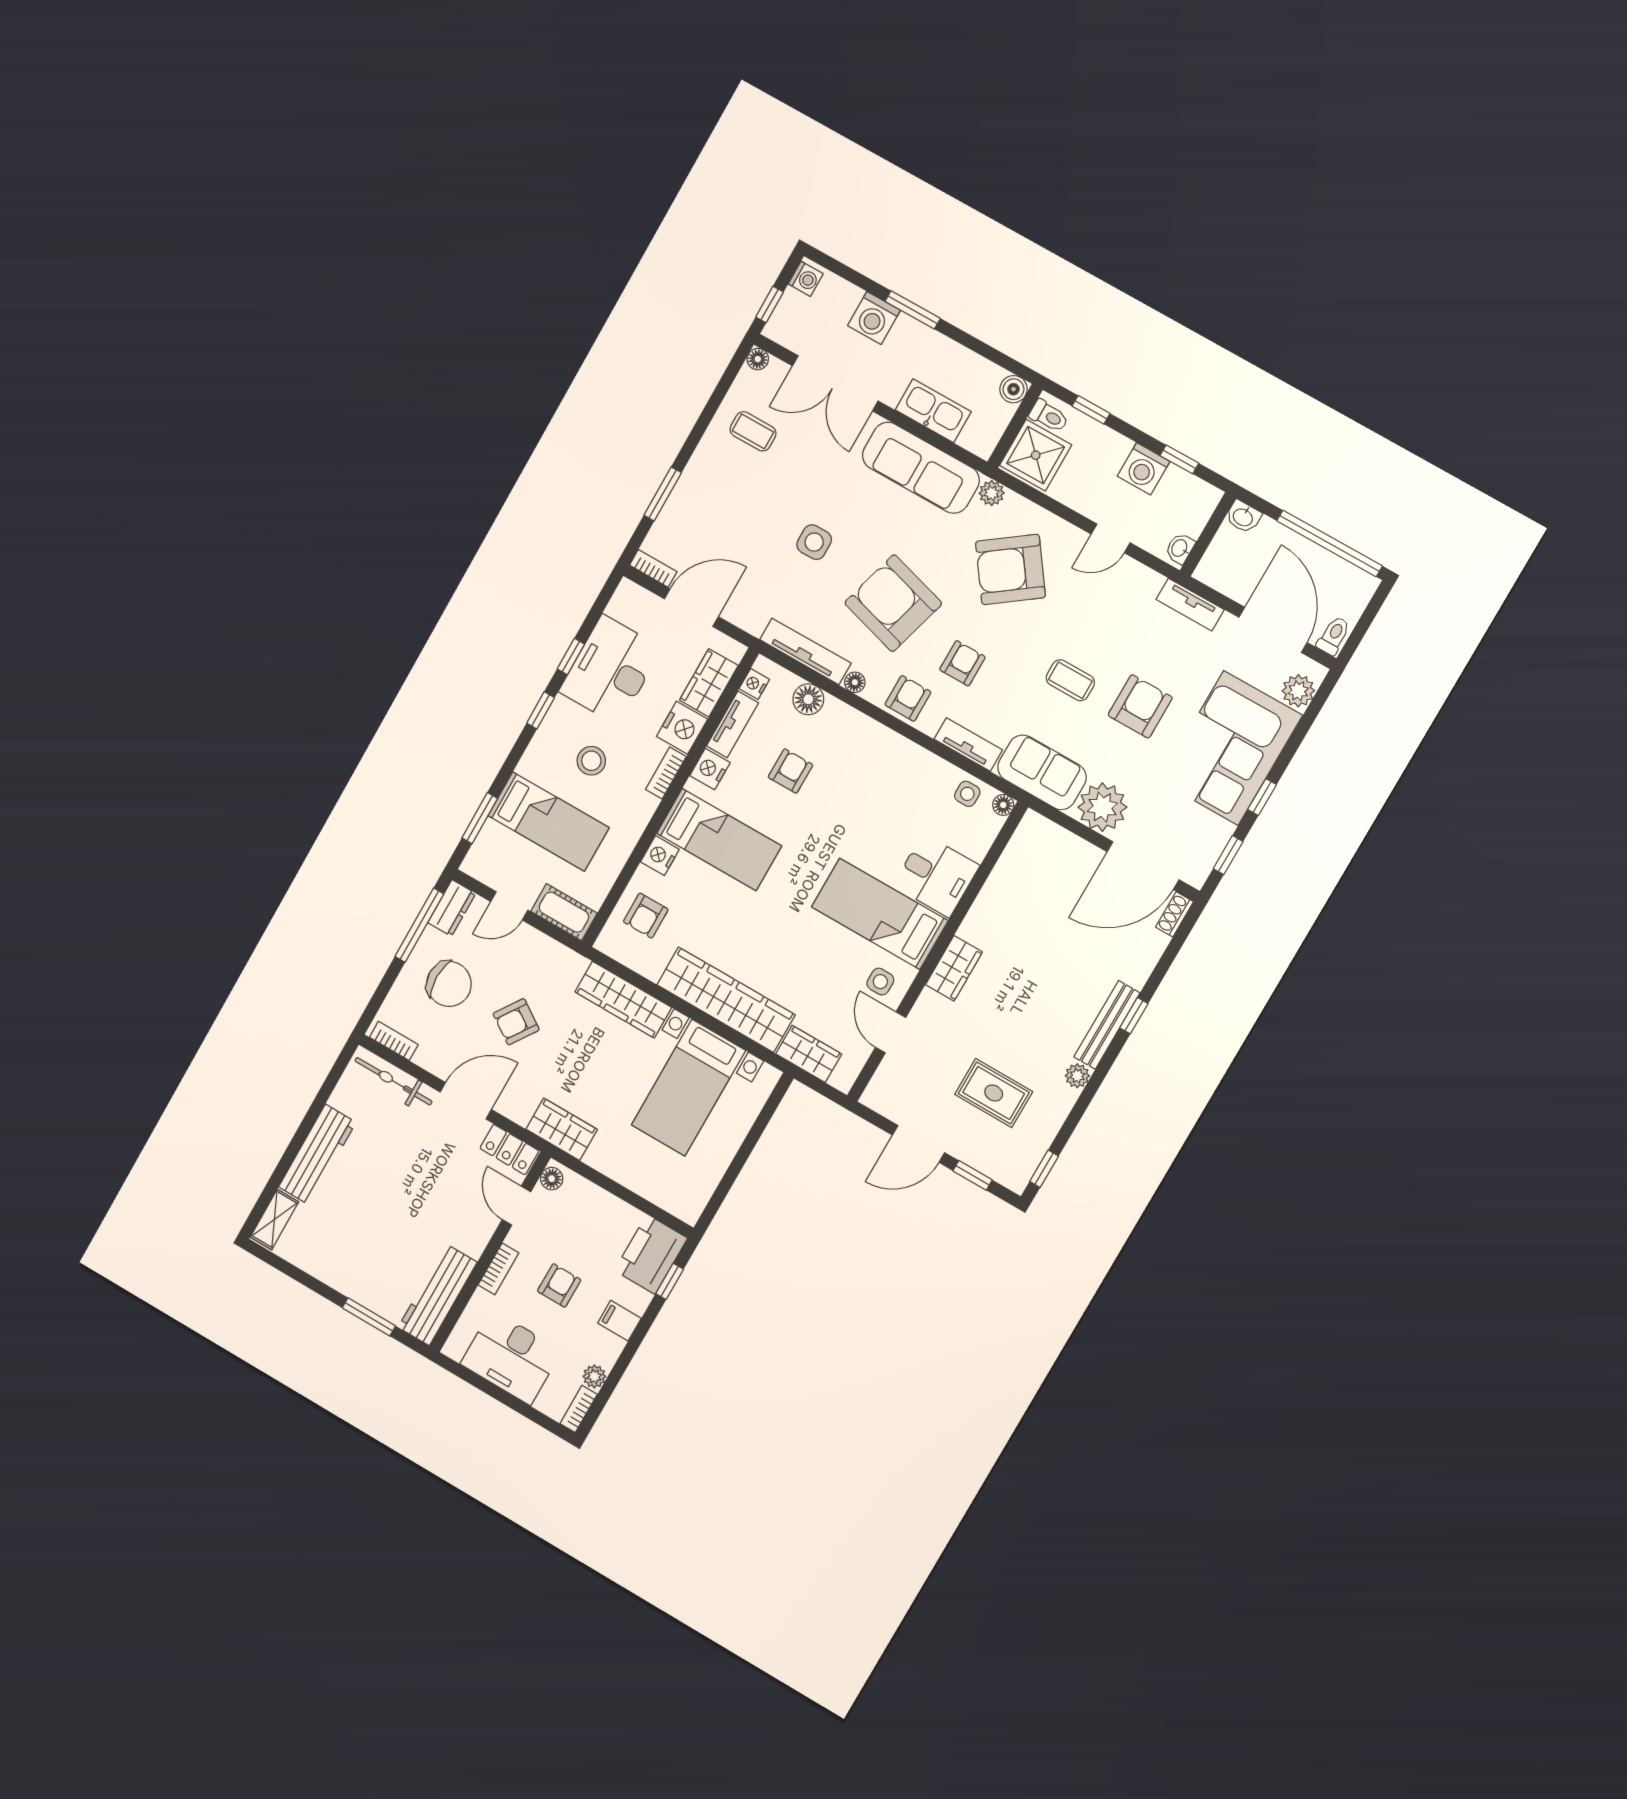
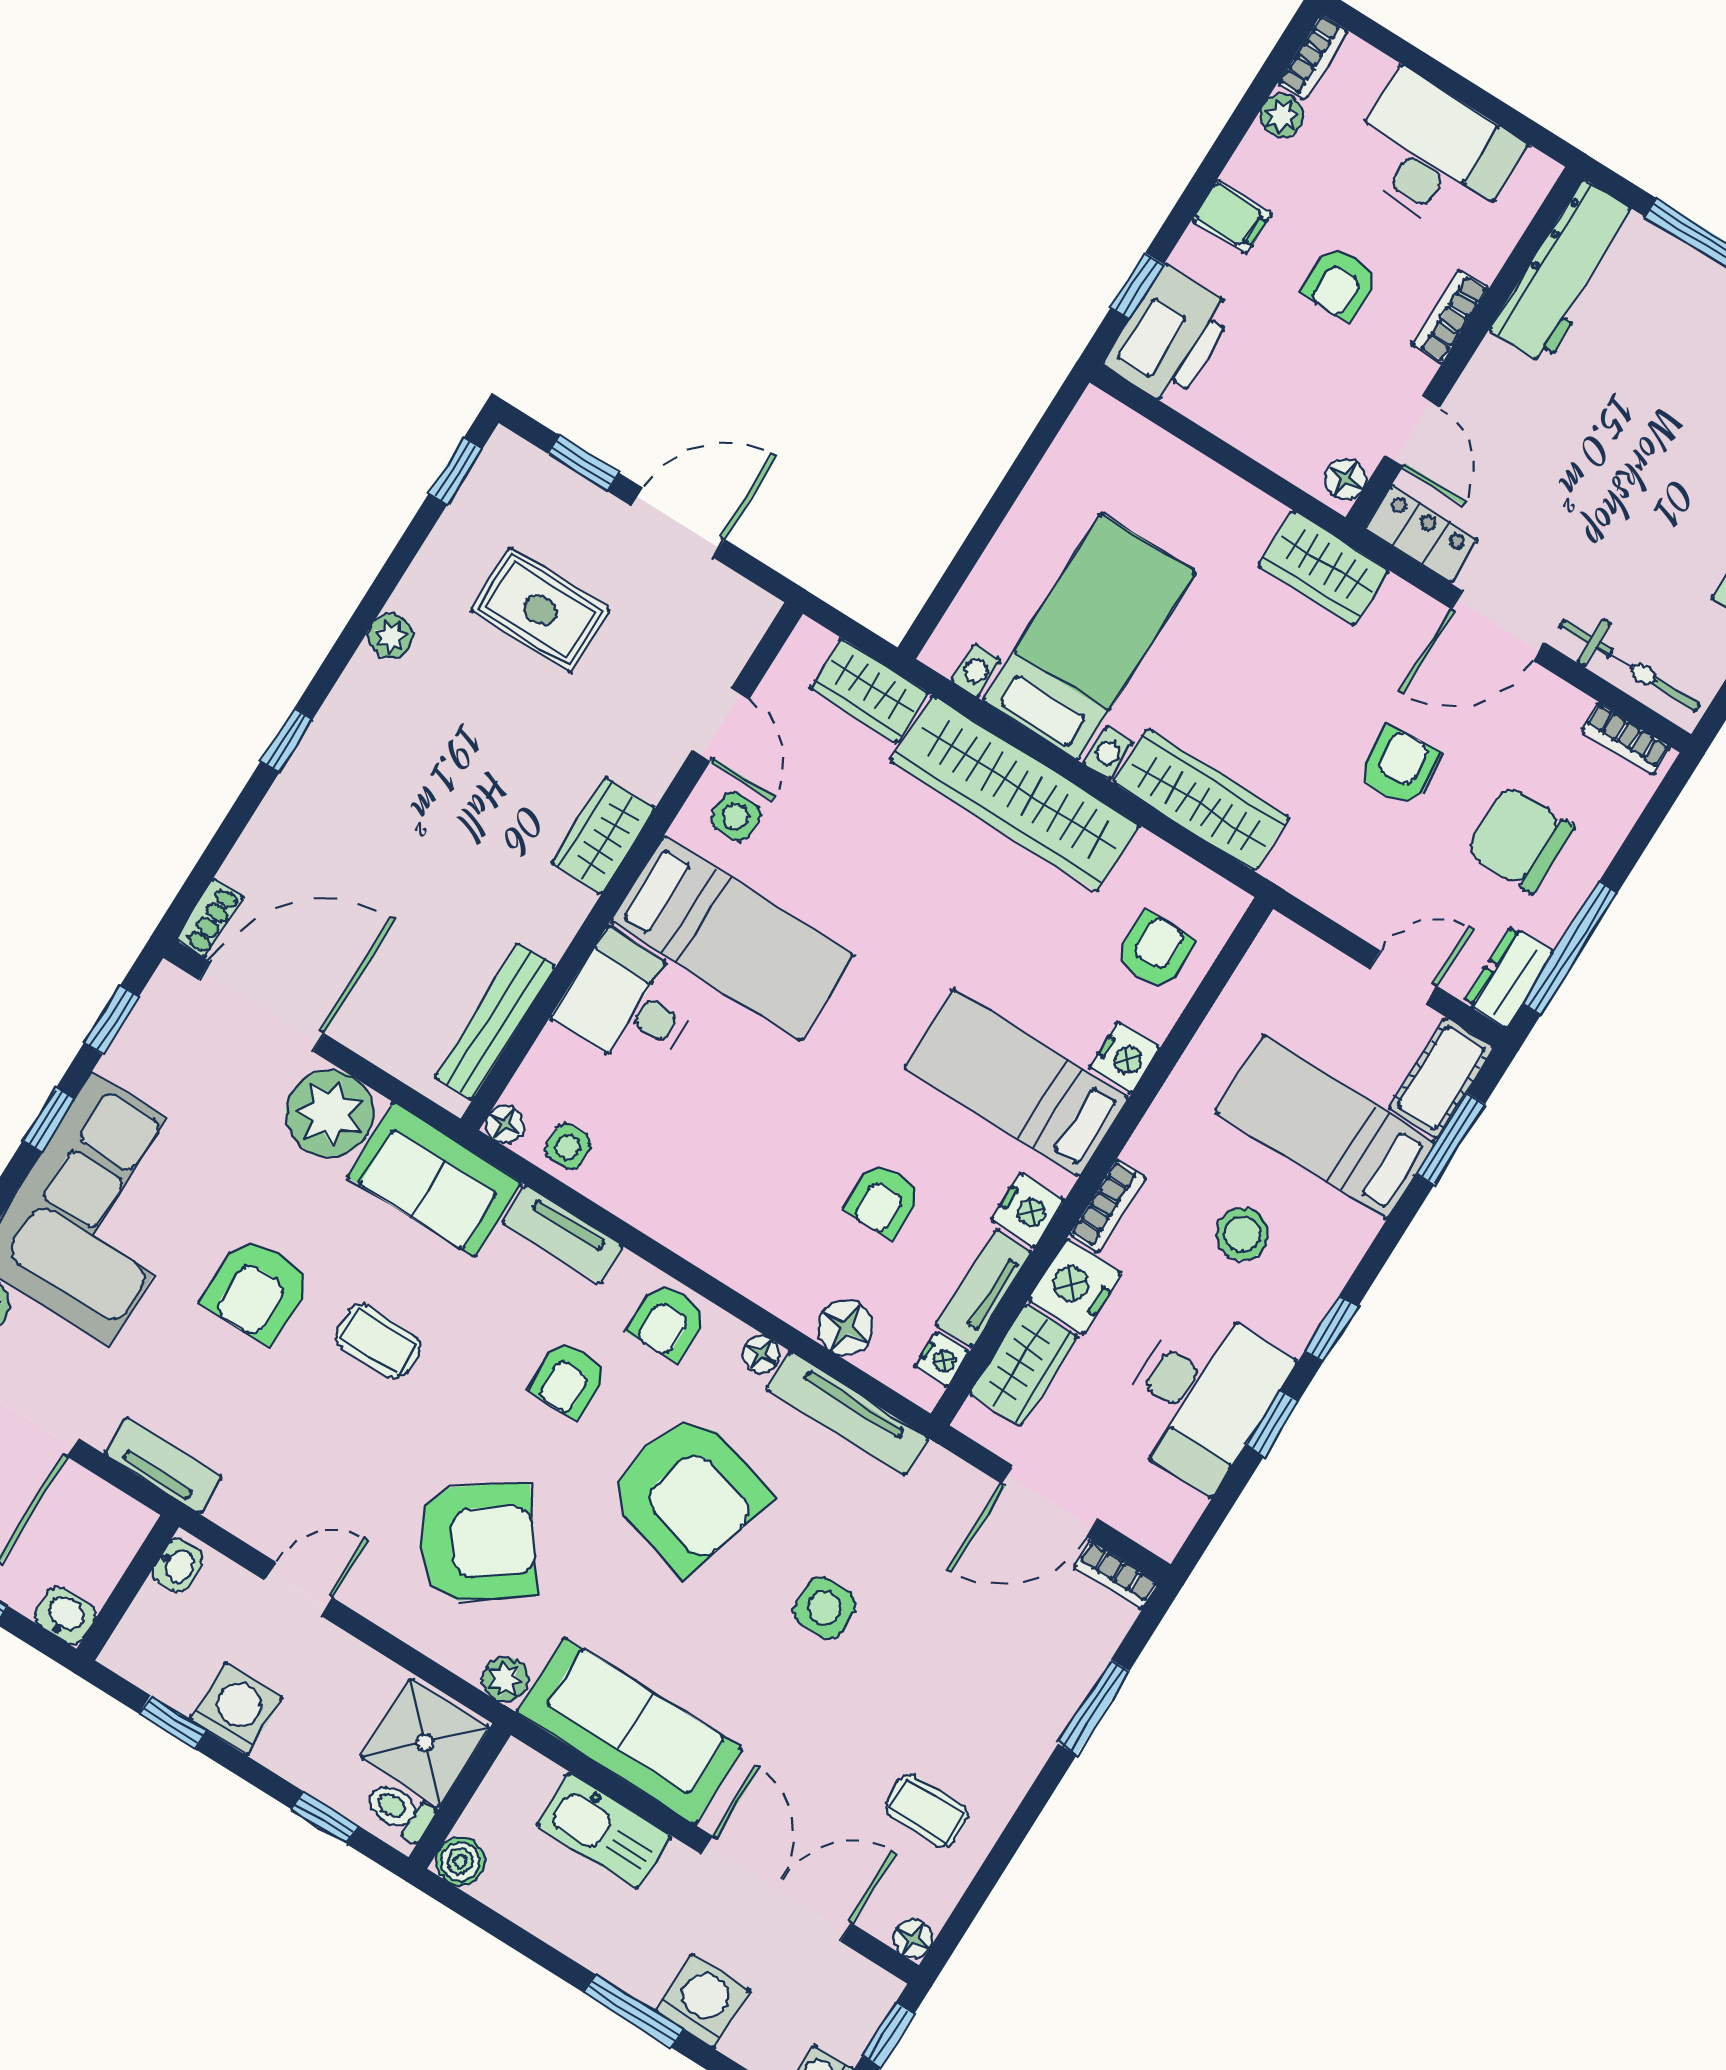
cot: (564, 912) -> (1441, 1078), moved, turned 90
armchair: (516, 1022) -> (1399, 766), turned -40
bench: (1107, 1025) -> (495, 1022), moved

